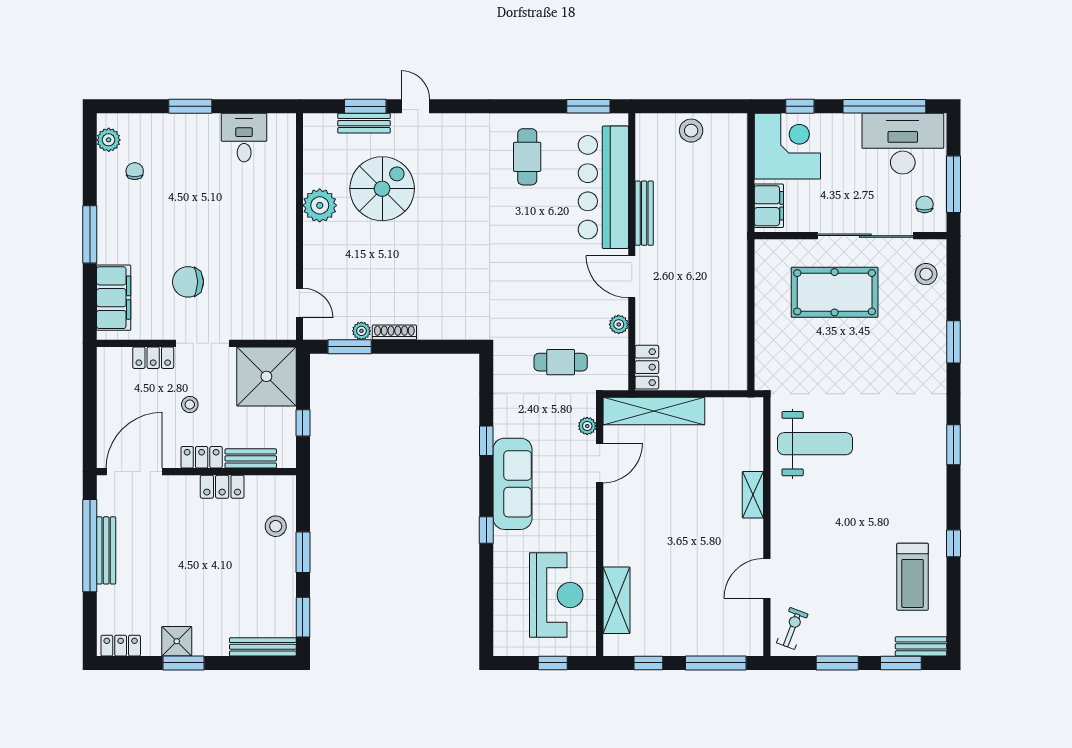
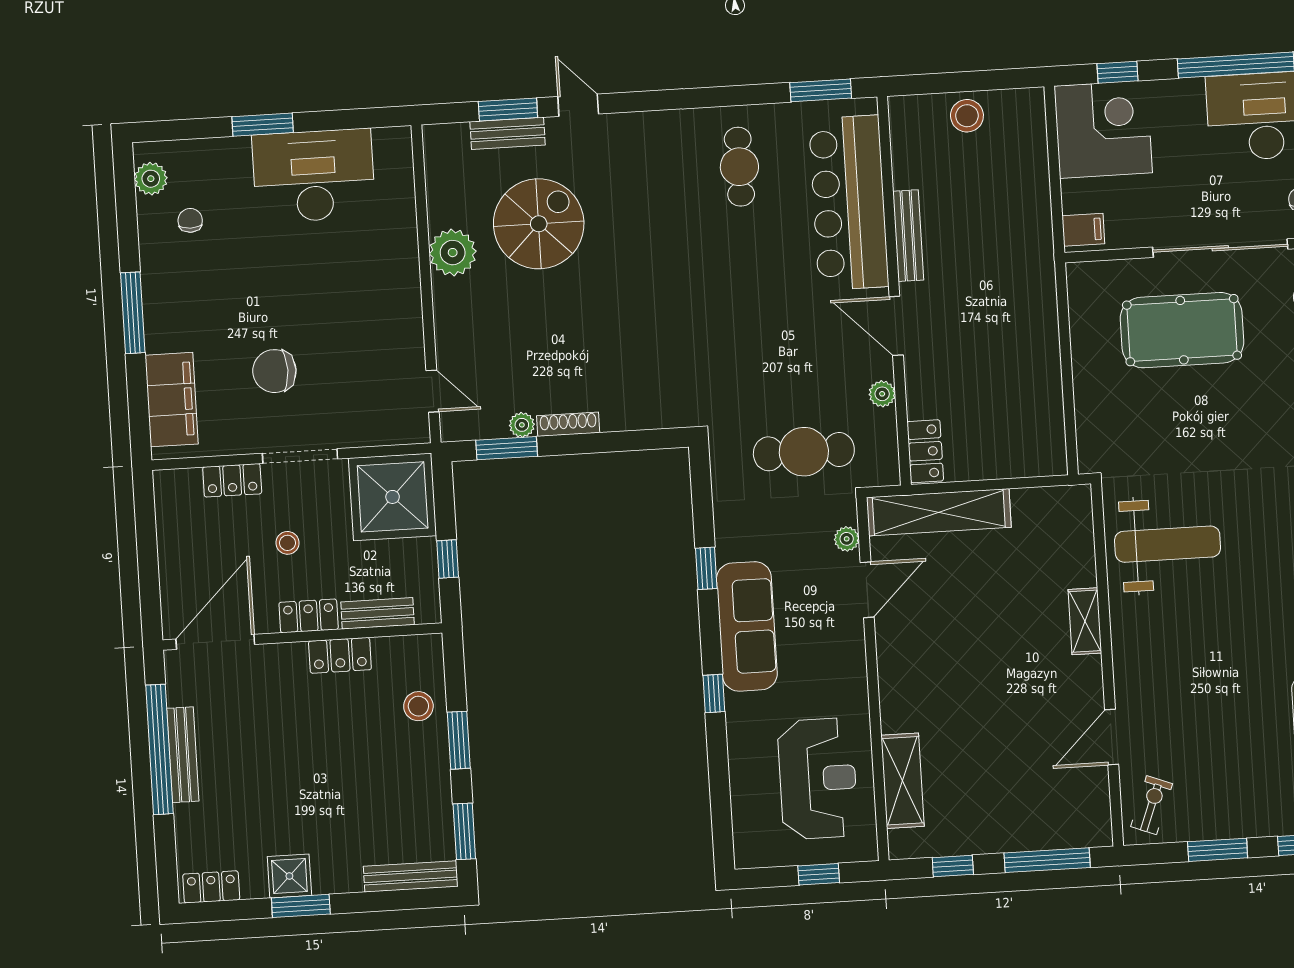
desk: (244, 137) -> (314, 176), width x1.87, depth x1.30
filing cabinet: (769, 206) -> (1083, 230), width x0.50
cafe table: (561, 362) -> (804, 452), width x1.37, depth x1.35

